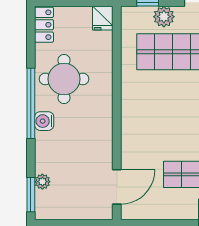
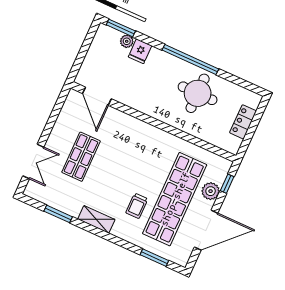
fridge: (103, 18) -> (140, 51), moved, turned -90
locker: (44, 25) -> (243, 122), moved, turned 90
water cooler: (44, 121) -> (172, 64), removed

